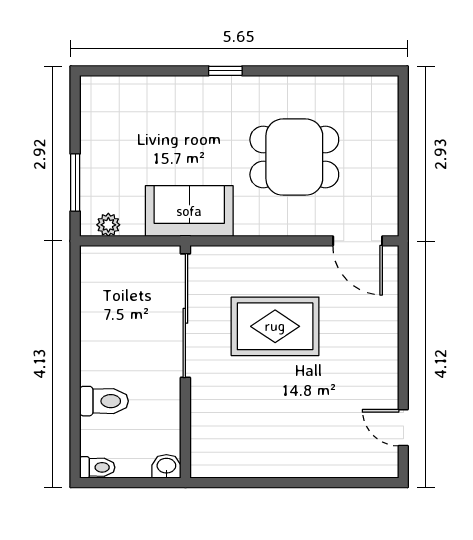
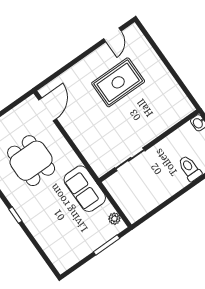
sliding door: (185, 316) -> (130, 159), width x0.54
rug: (275, 326) -> (118, 82), moved, turned 90

